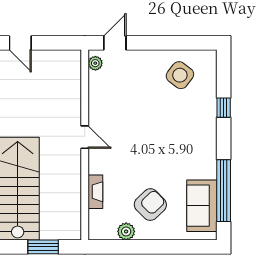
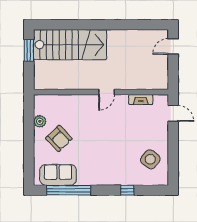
plant: (95, 63) -> (159, 99), removed
fireplace: (95, 192) -> (141, 100), moved
window: (43, 247) -> (29, 50), moved

